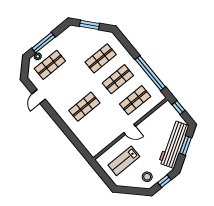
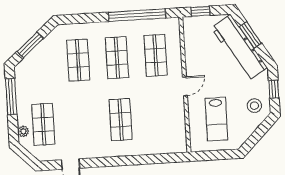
window: (43, 43) -> (11, 97), moved

